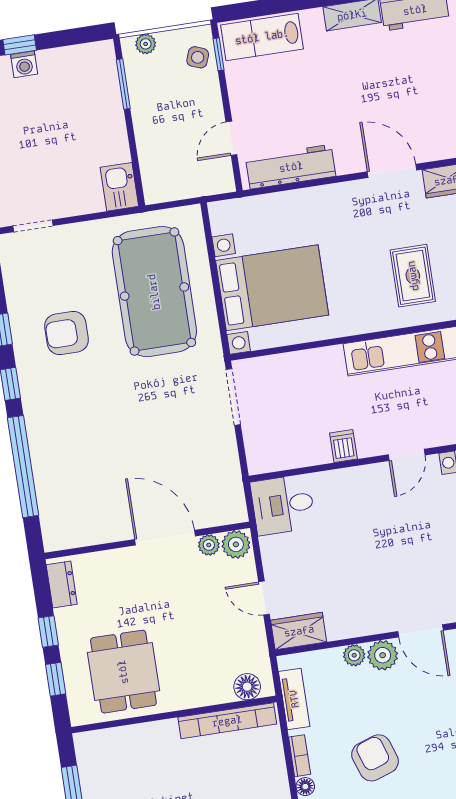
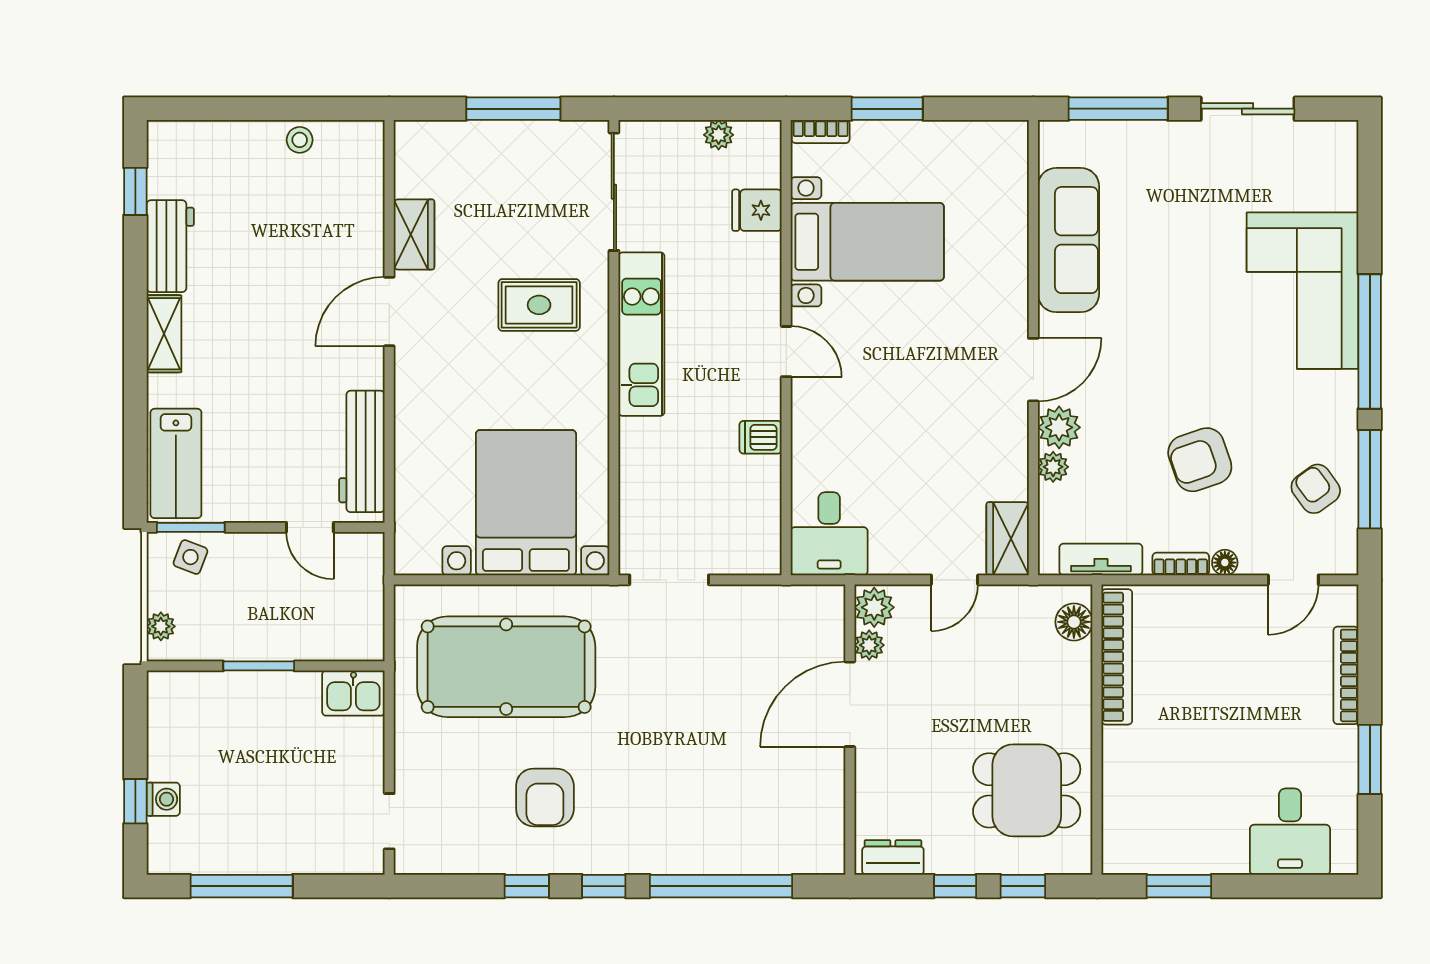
window: (219, 54) -> (191, 527), width x1.50
window: (123, 84) -> (259, 666), moved

